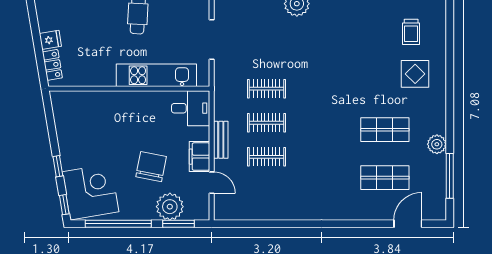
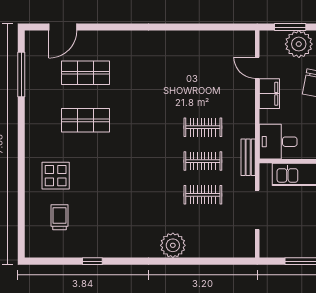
bench: (221, 140) -> (248, 157), moved
plant: (437, 144) -> (34, 106), removed
clothes rail: (267, 157) -> (203, 195), moved

